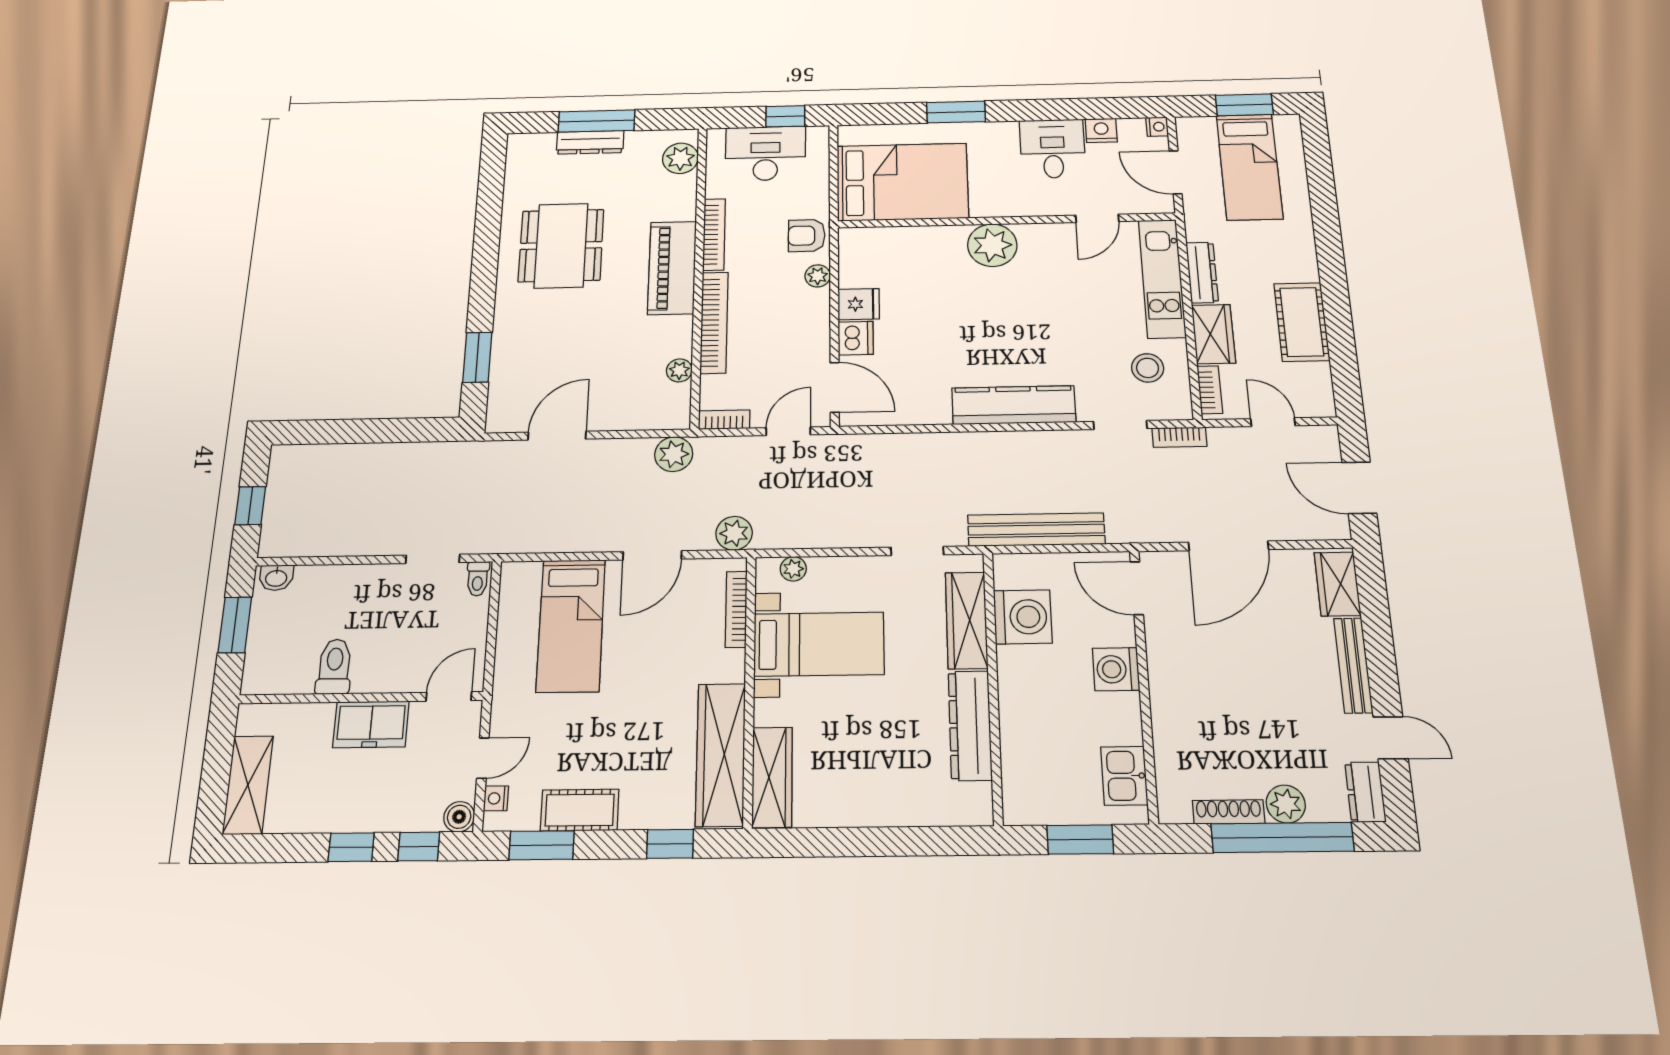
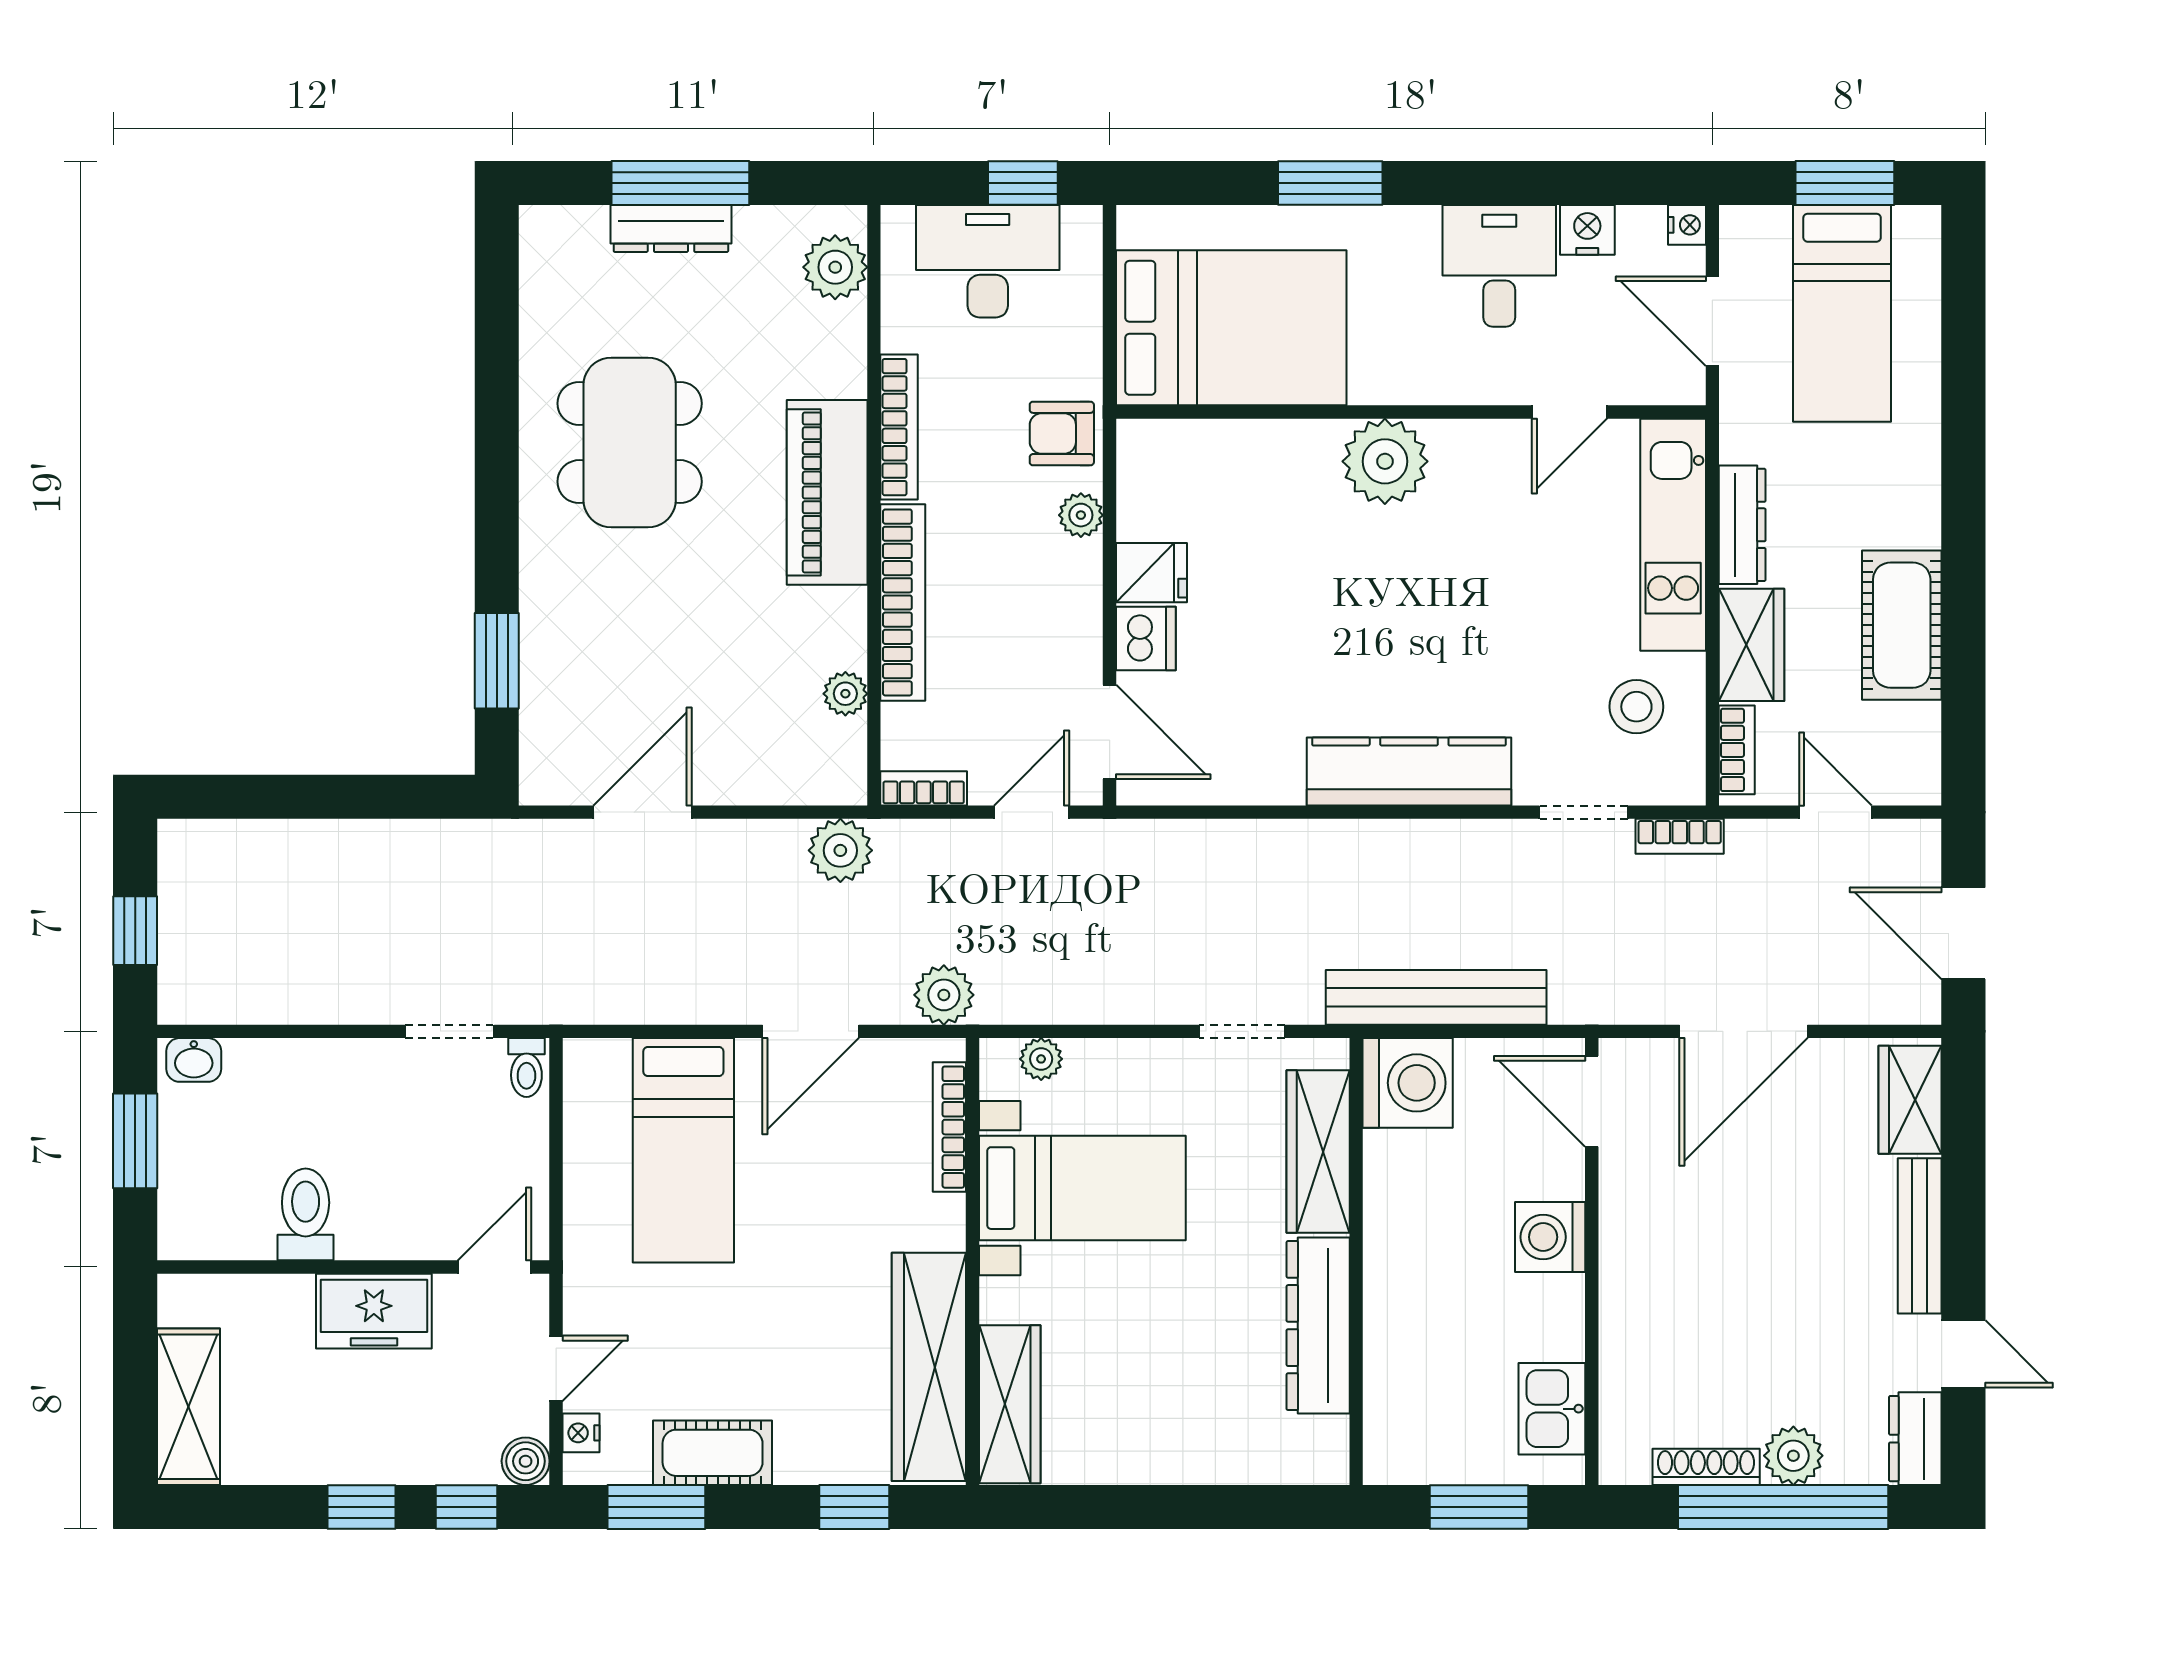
washing machine: (1023, 617) -> (1408, 1083), moved

